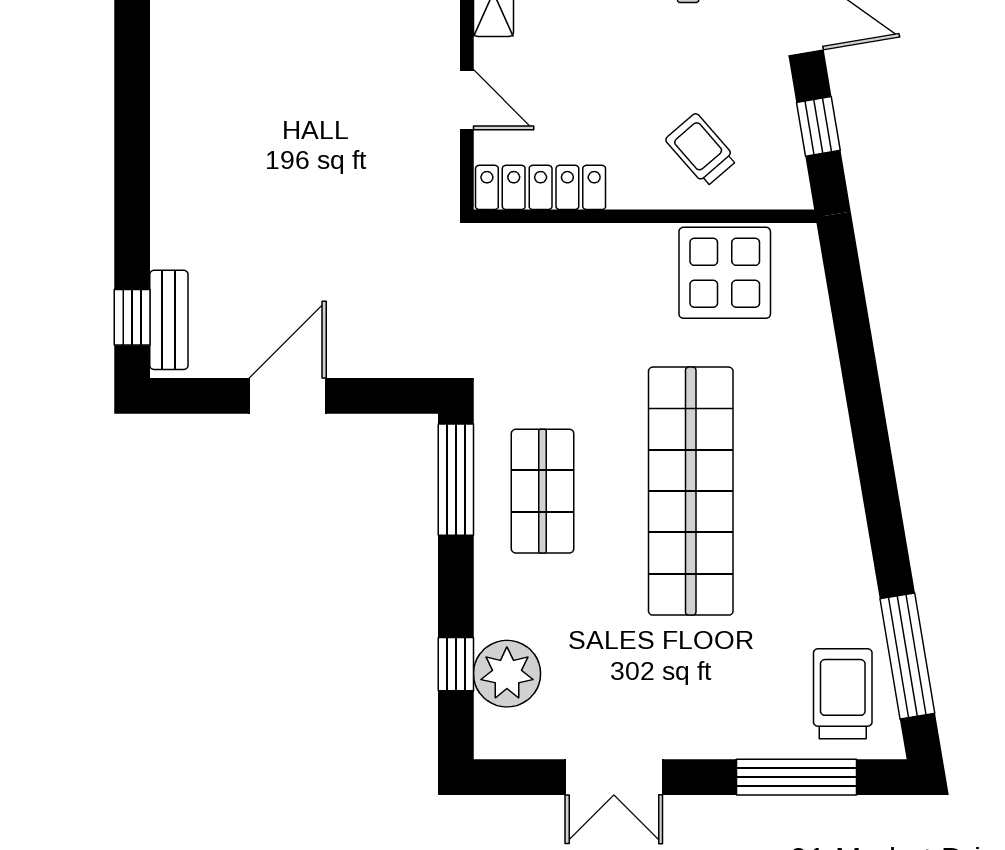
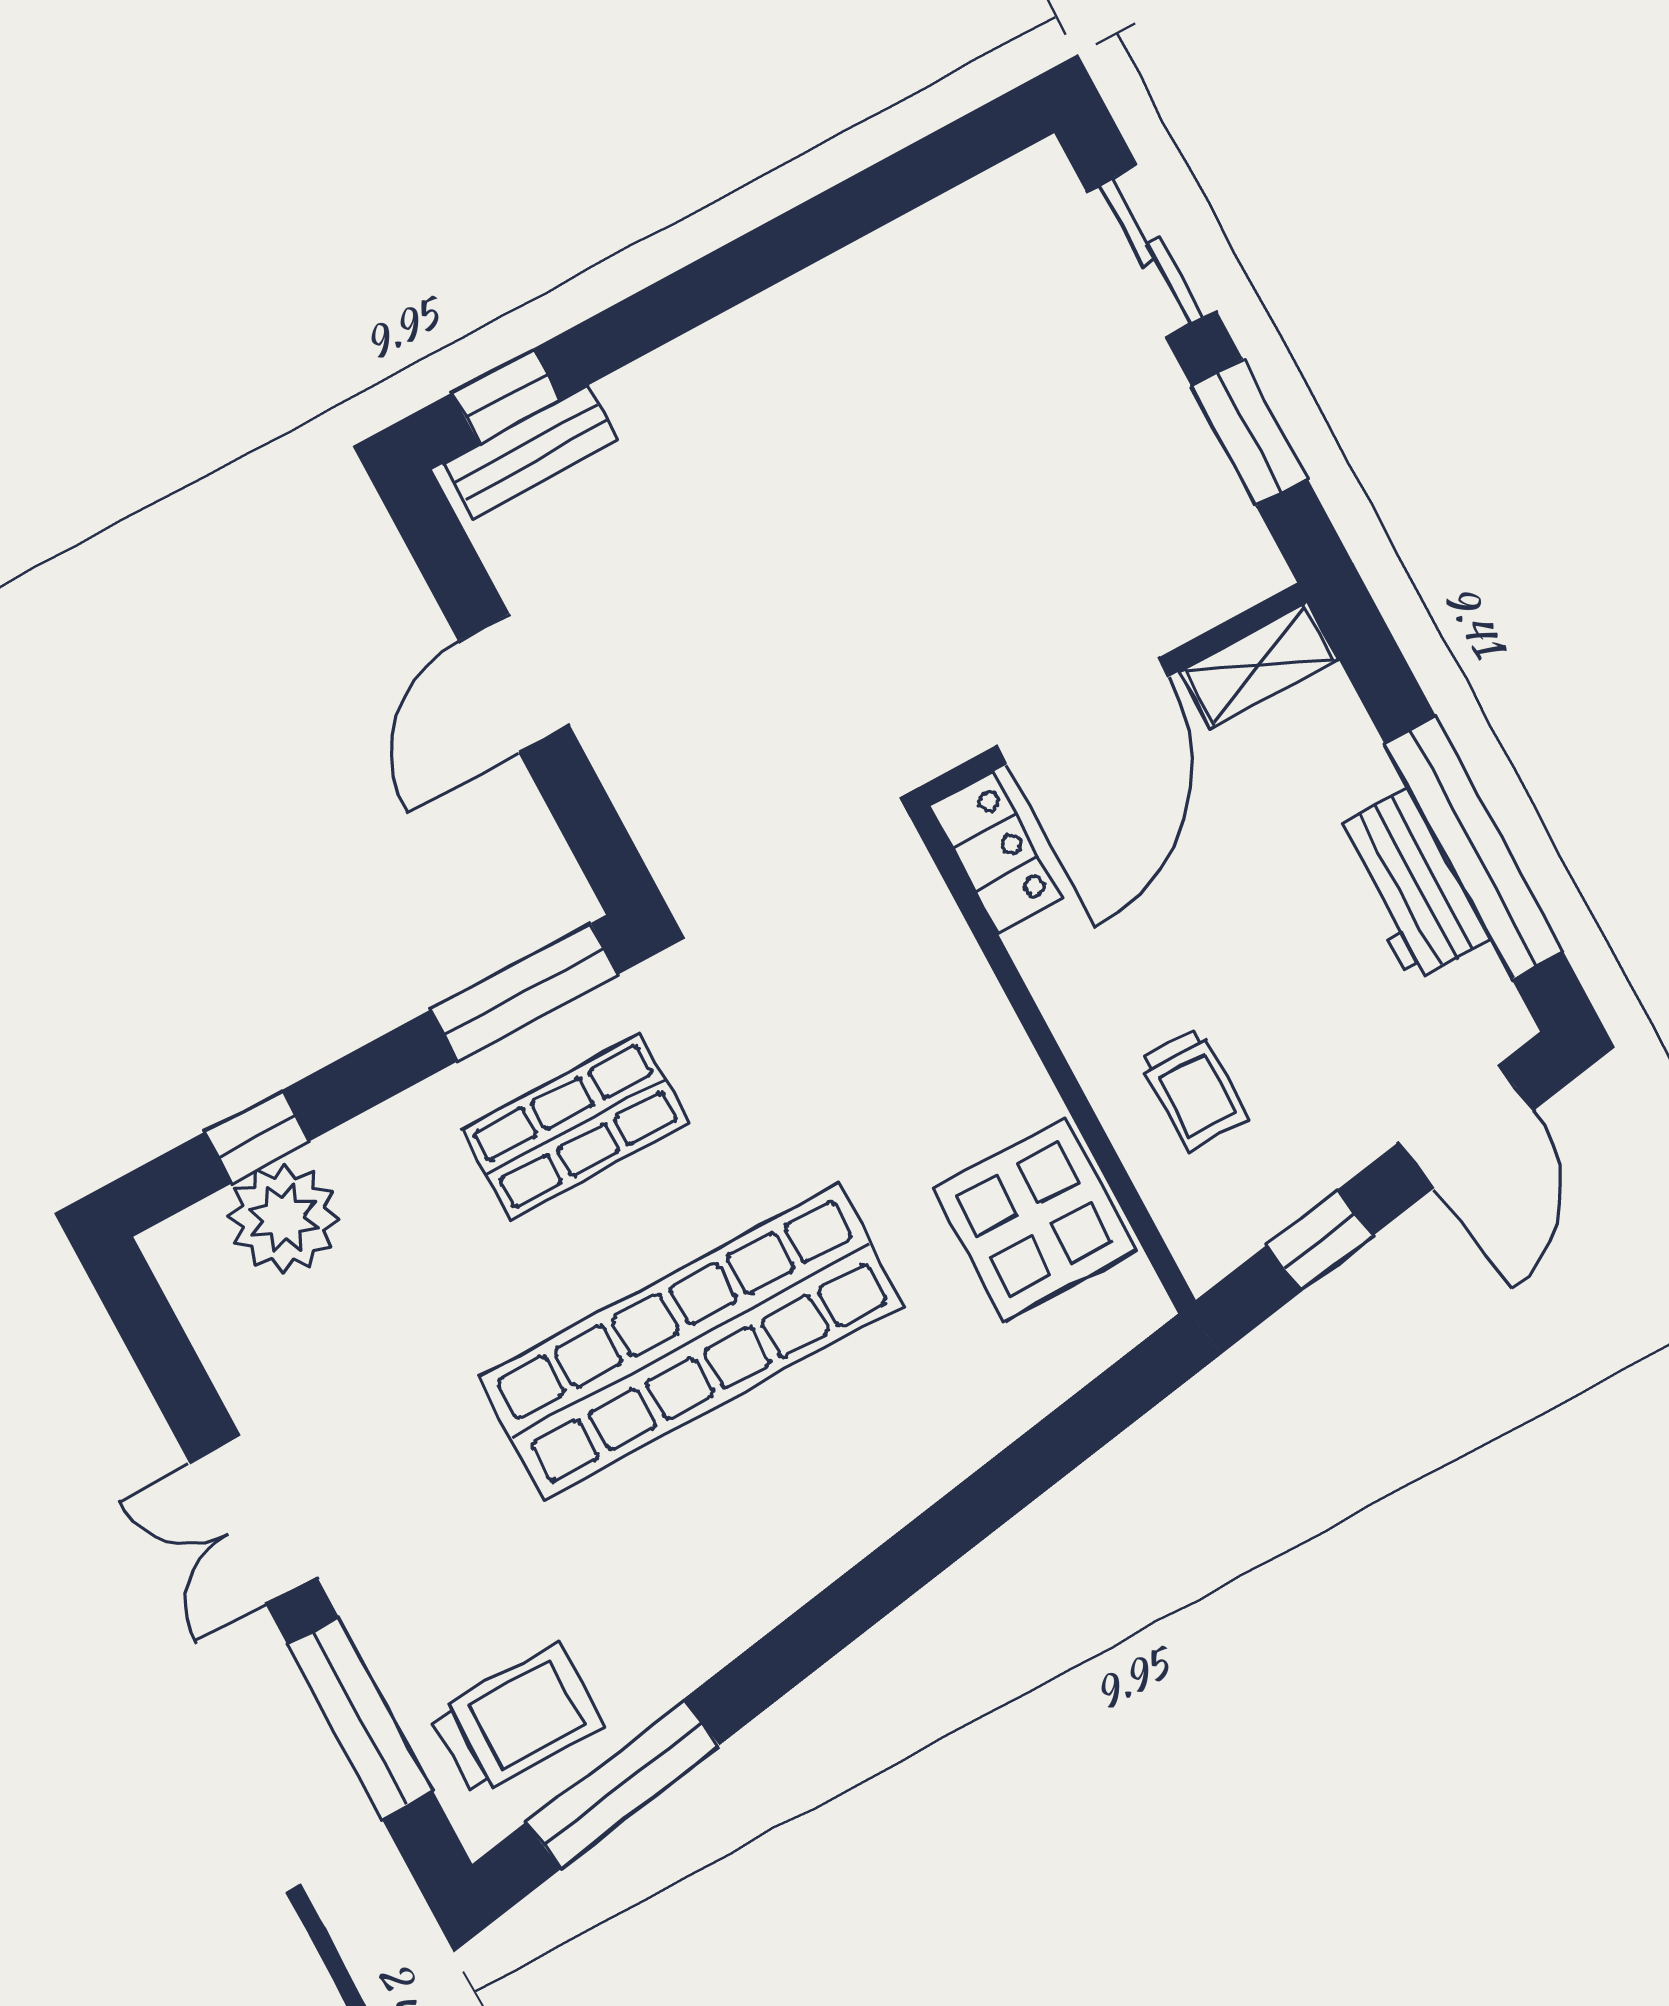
door: (467, 100) -> (1083, 711), width x1.88
trolley: (701, 150) -> (1194, 1089), turned 131
locker: (541, 187) -> (996, 853), width x0.66
door: (288, 396) -> (514, 683), swing flipped
double door: (614, 777) -> (253, 1520), moved

